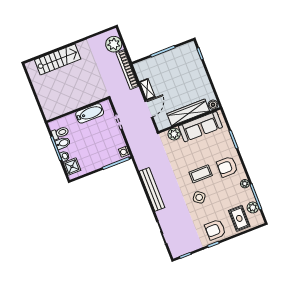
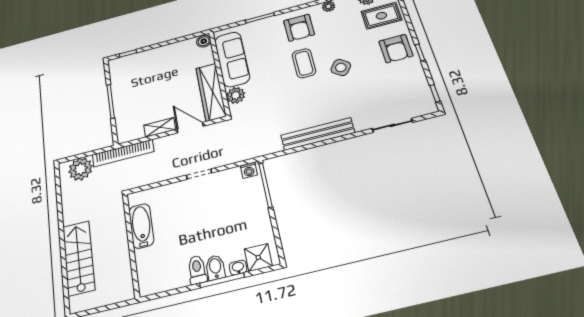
wall: (78, 110) -> (131, 245), moved
wardrobe: (188, 112) -> (211, 92), moved
bathtub: (90, 113) -> (141, 226), moved

